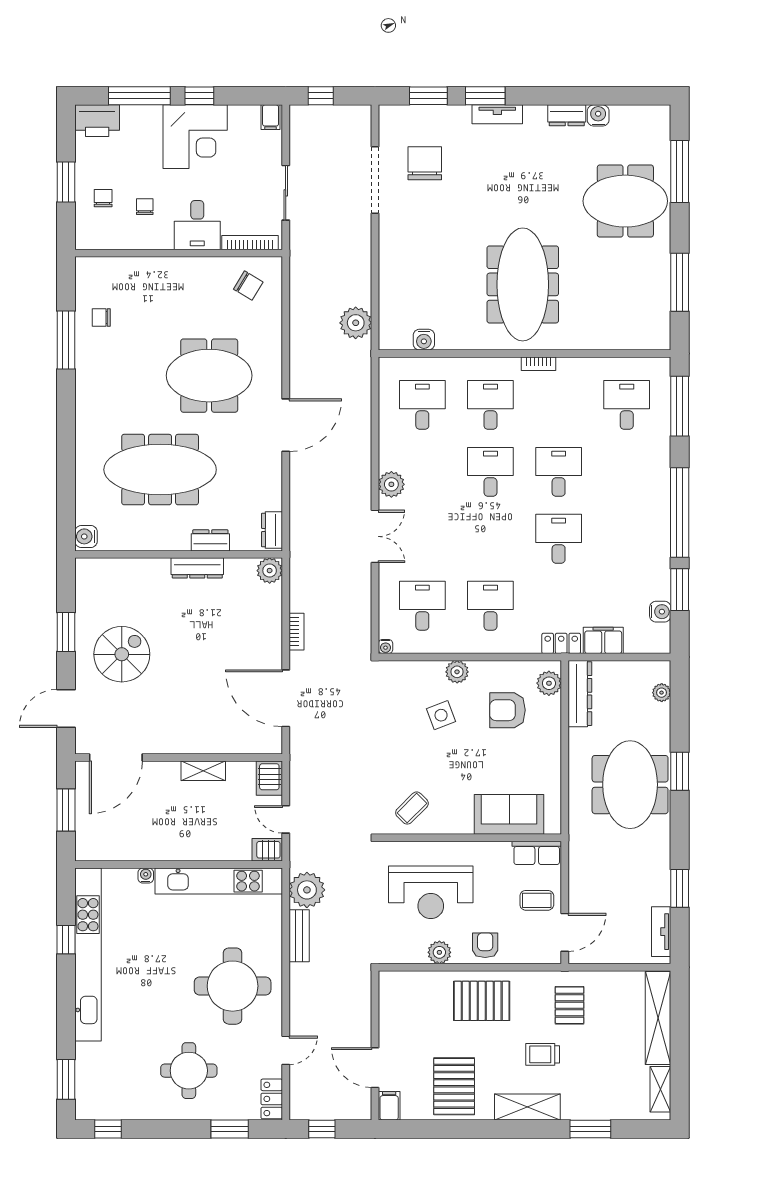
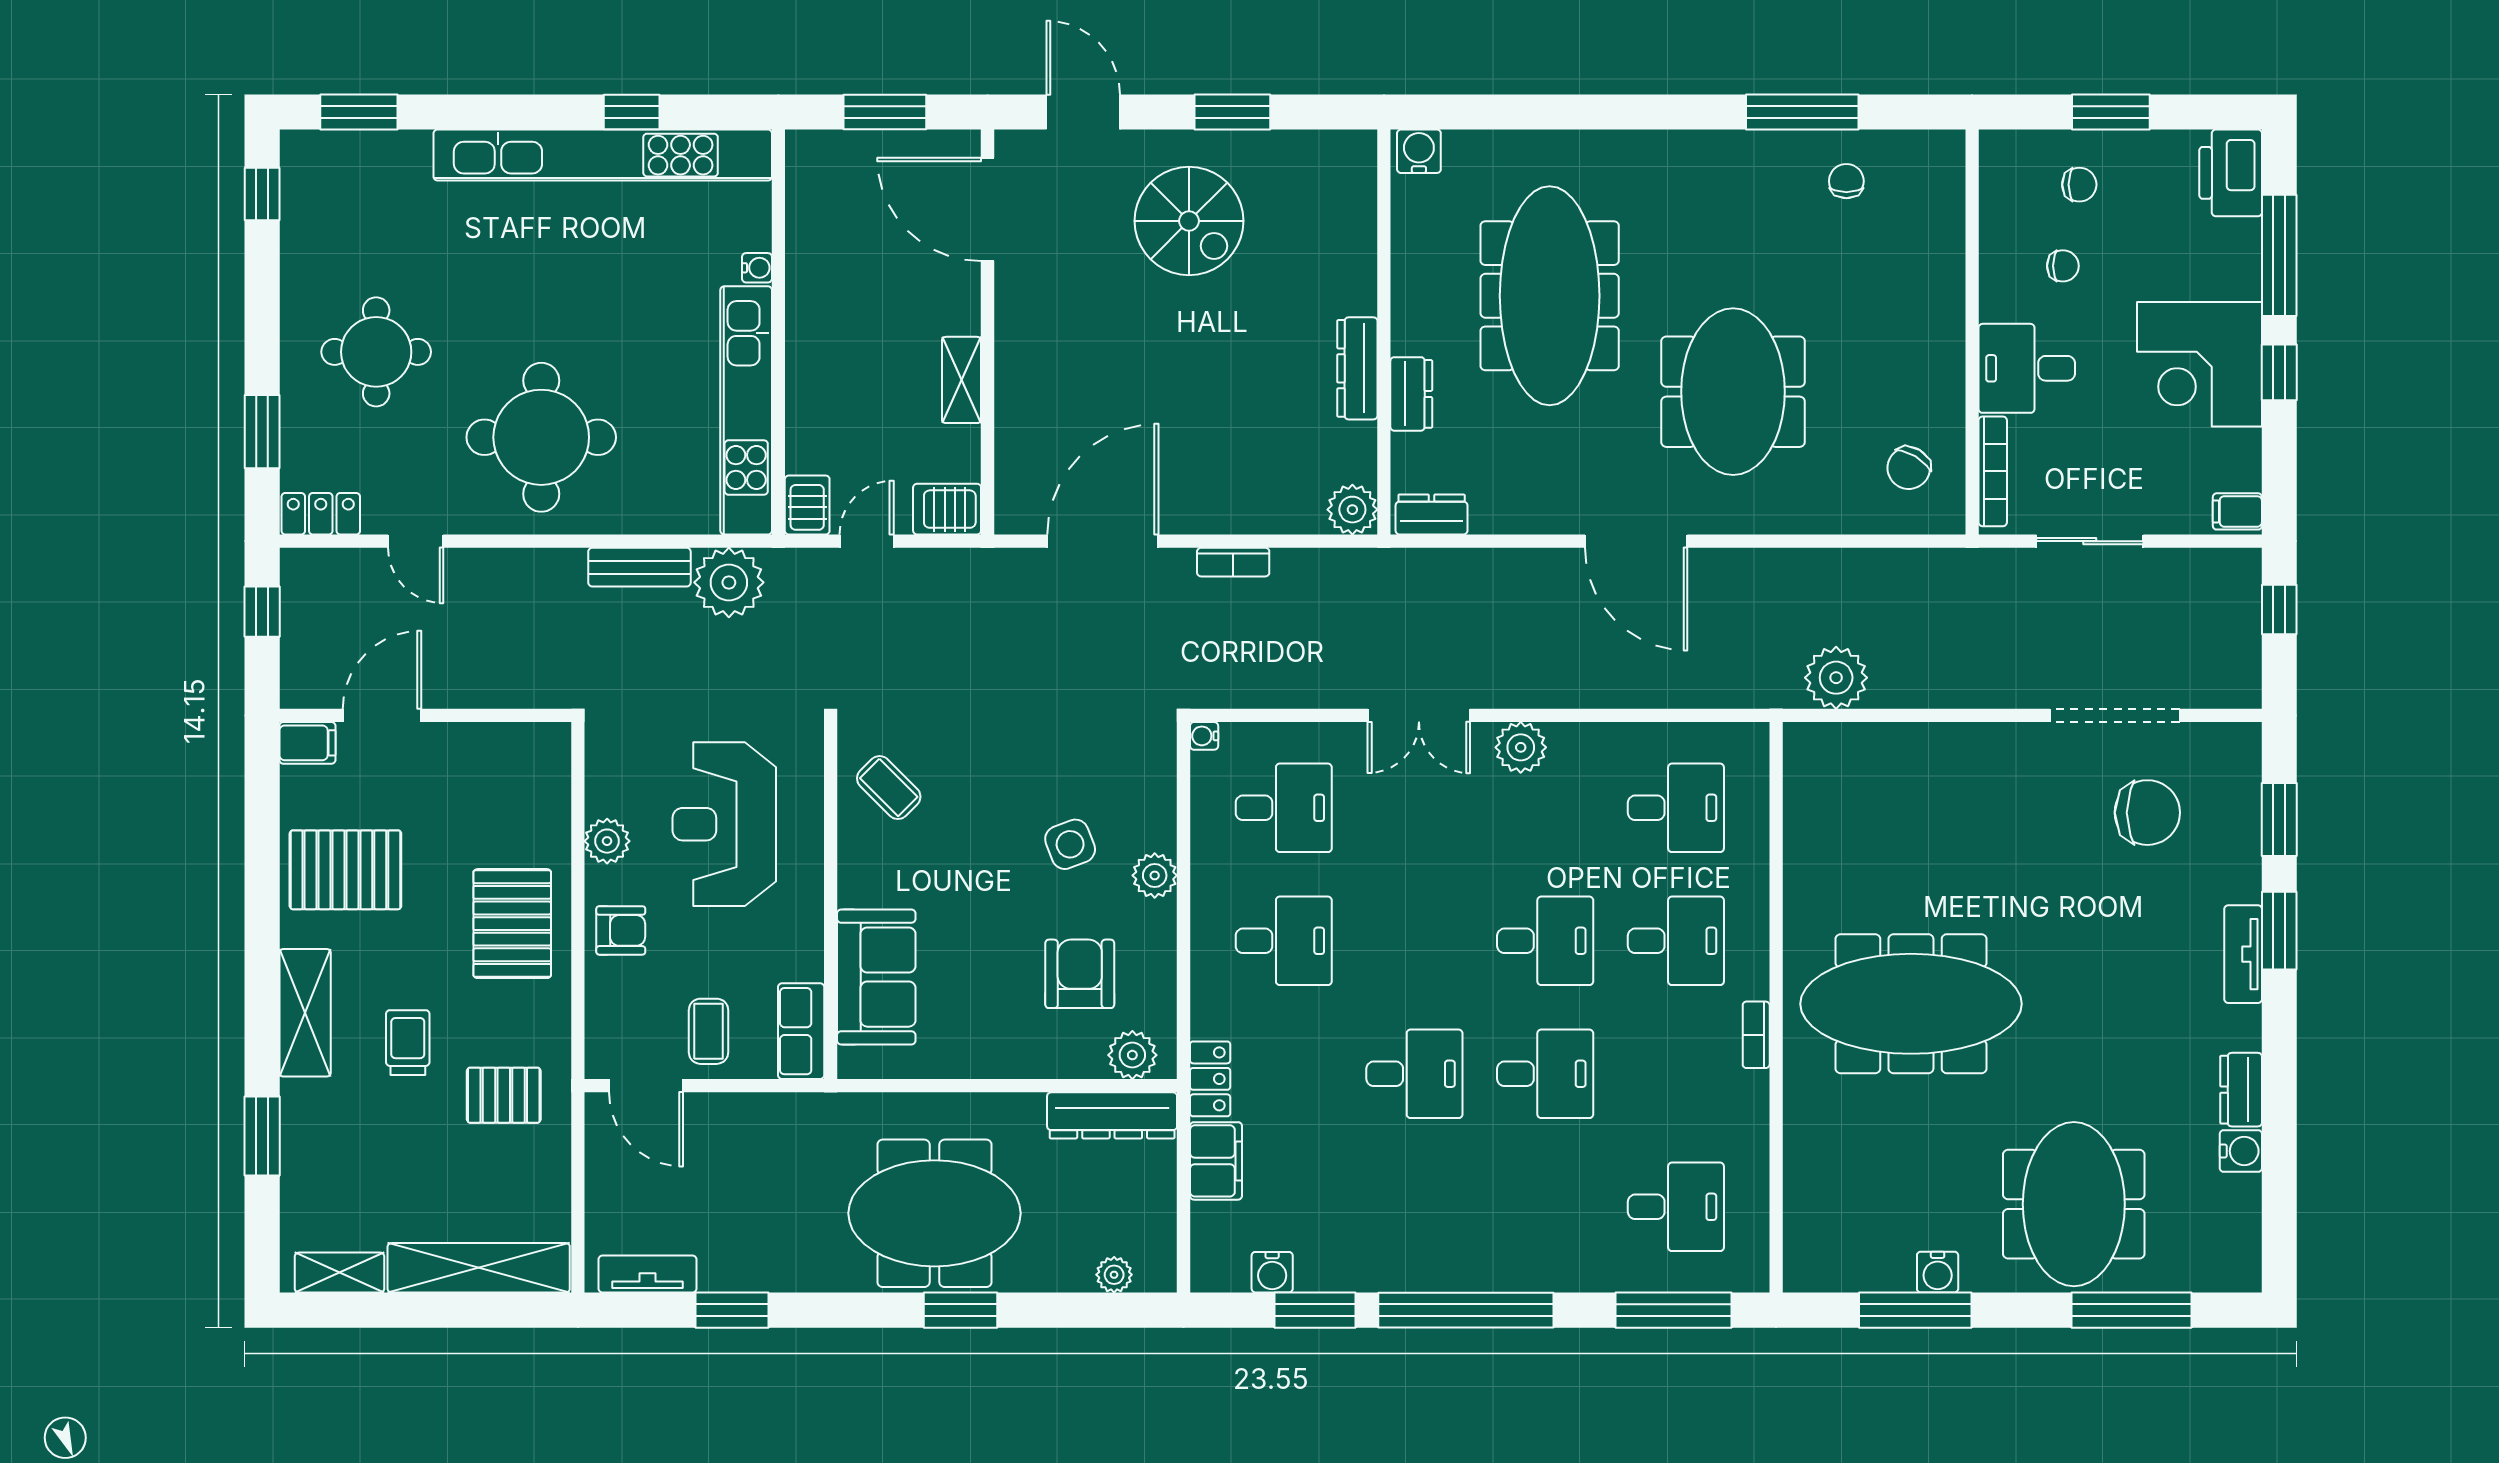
water cooler: (424, 340) -> (1938, 1272), moved, turned -90

